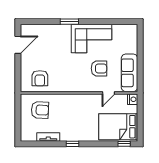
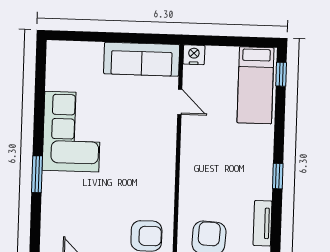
armchair: (99, 68) -> (131, 119), removed
bed: (118, 127) -> (255, 85), width x0.67

